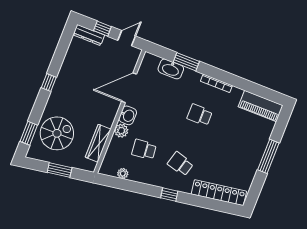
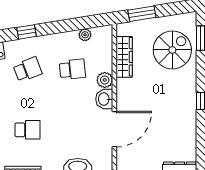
spiral stairs: (57, 133) -> (172, 50), turned 180
school desk: (180, 164) -> (28, 69), turned -36
window: (60, 170) -> (142, 14), moved

